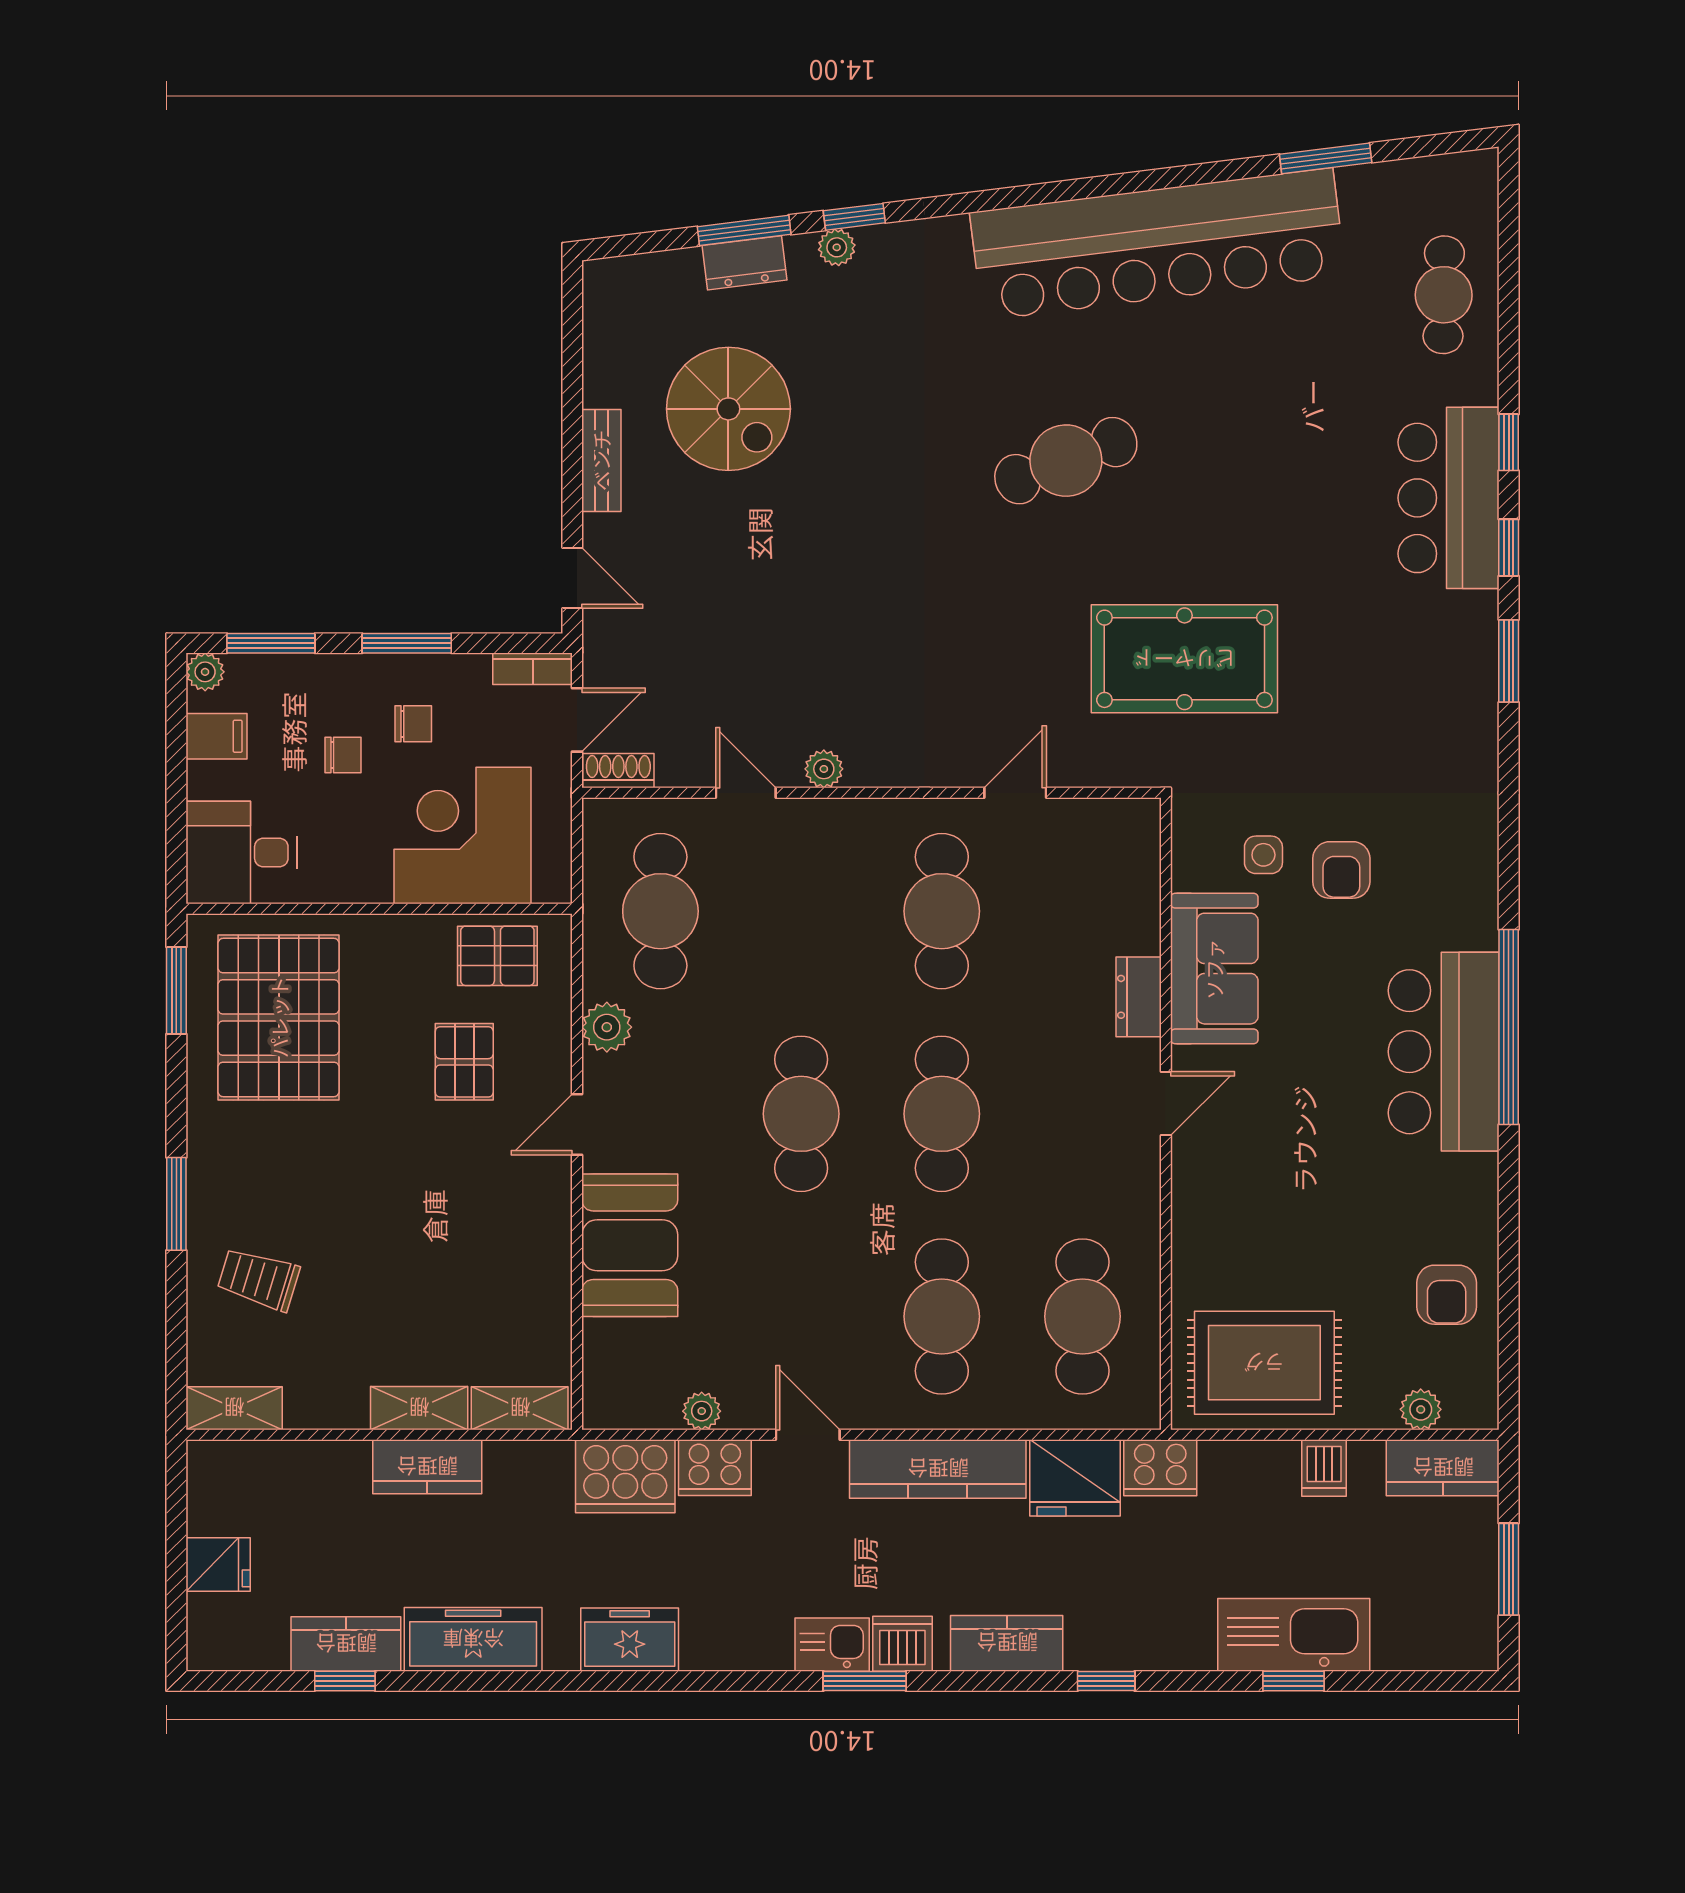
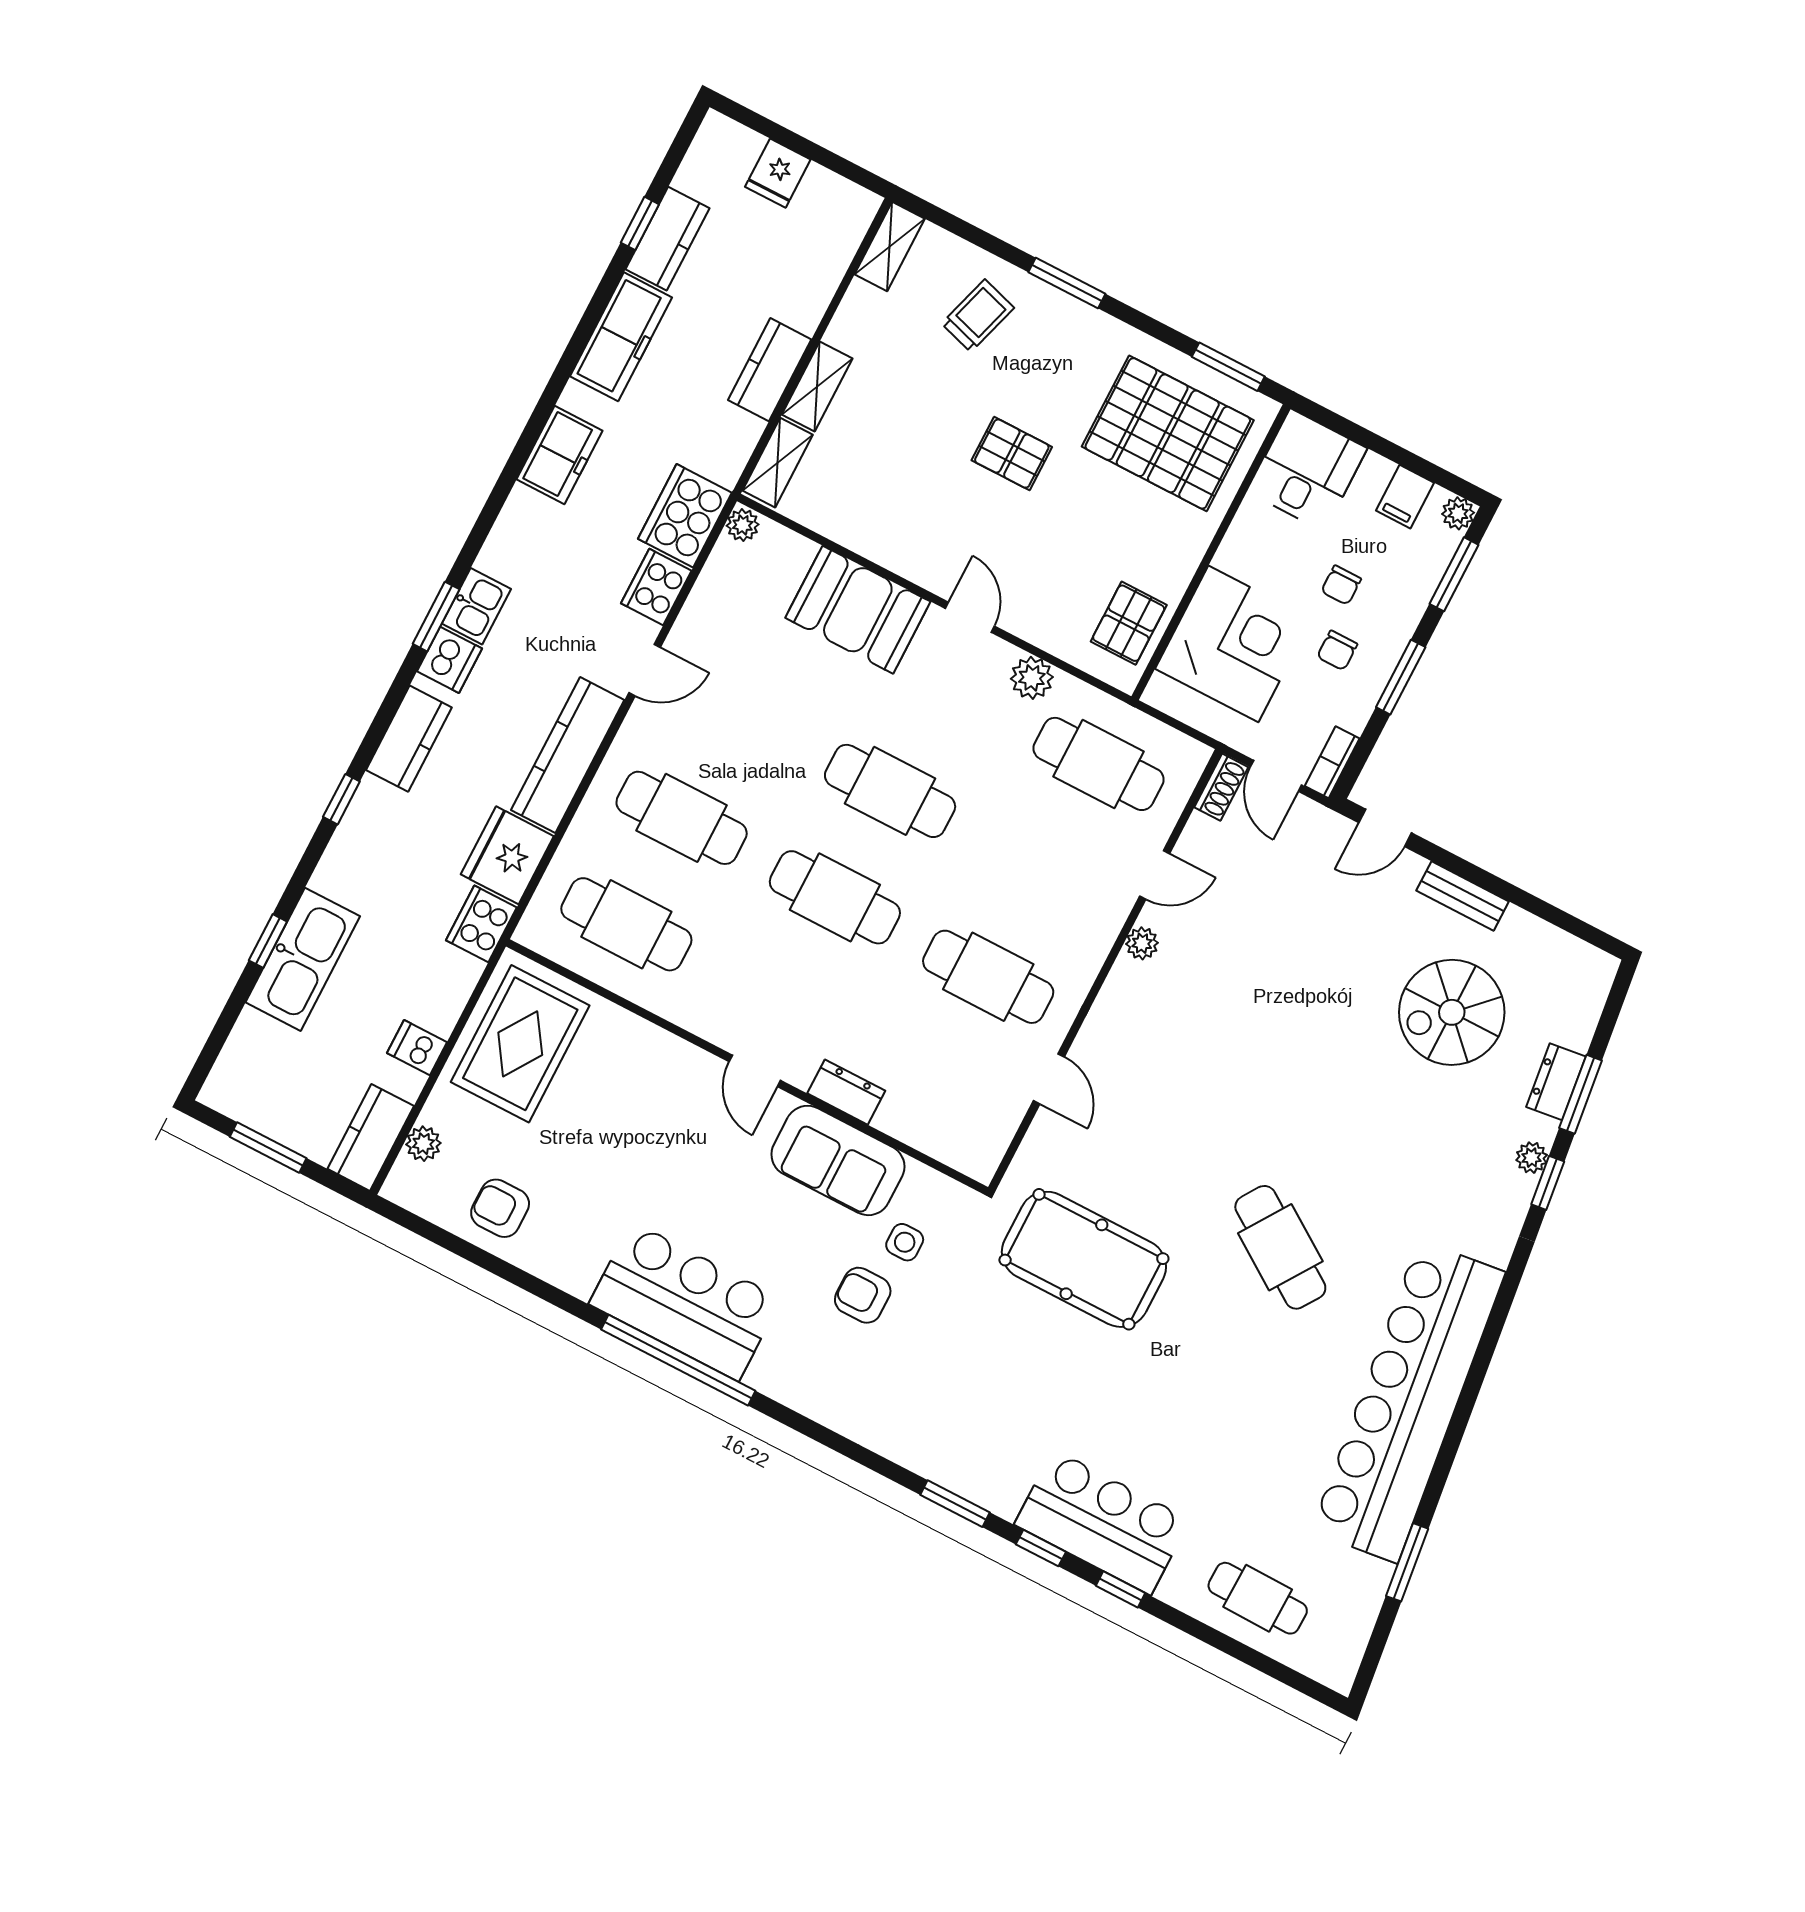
cafe table: (1066, 461) -> (1280, 1247), turned -35
pool table: (1184, 659) -> (1084, 1259), turned 90
pallet: (464, 1062) -> (1012, 454), moved
plant: (702, 1411) -> (743, 525), moved

